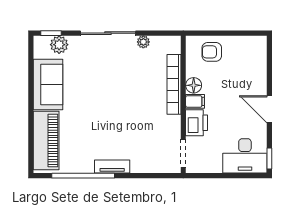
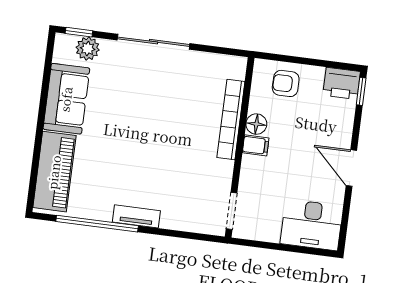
plant: (143, 42) -> (198, 59), removed
printer: (197, 123) -> (342, 83), moved, turned 90
window: (269, 158) -> (361, 91), moved

